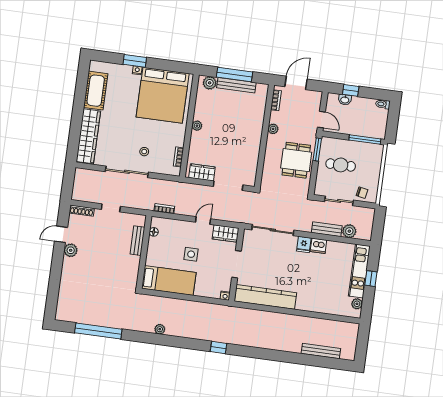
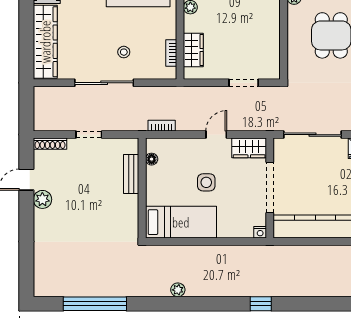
wardrobe: (202, 172) -> (193, 50), moved, turned 90
doorway: (228, 186) -> (244, 83), width x0.73
doorway: (237, 264) -> (270, 187), width x1.36

